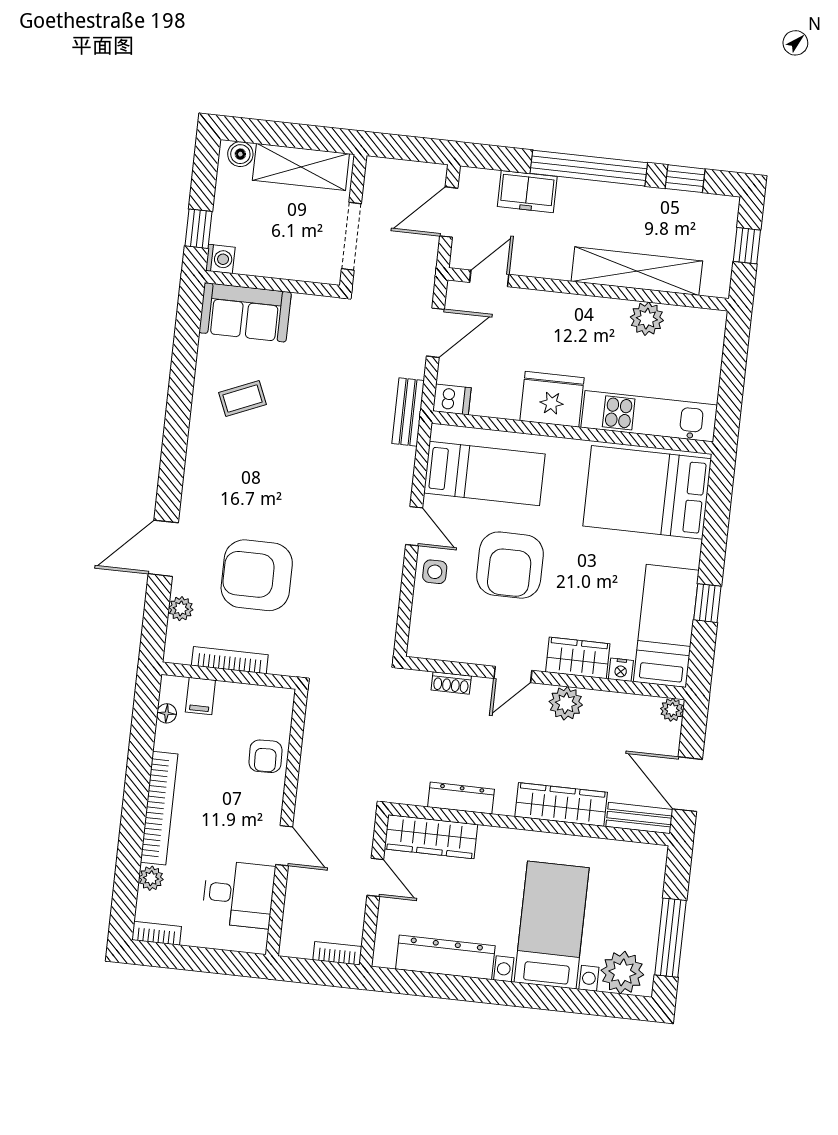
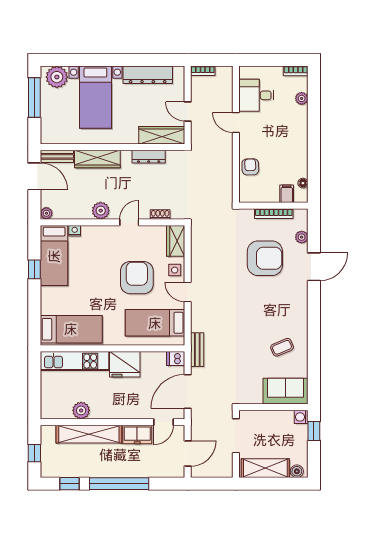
freezer: (527, 192) -> (137, 434), moved, turned 180
door: (435, 333) -> (188, 392), width x1.36
bed: (647, 492) -> (71, 329), width x0.67
wardrobe: (578, 658) -> (176, 241), moved, turned 90
bookcase: (159, 808) -> (301, 135), removed

